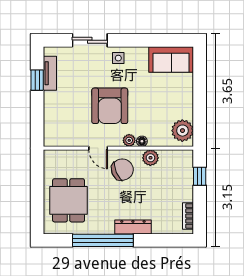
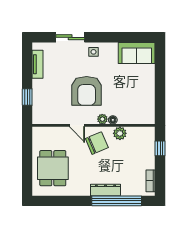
window: (37, 80) -> (27, 97), moved
plant: (182, 131) -> (146, 111), removed
window: (103, 240) -> (117, 201), moved

